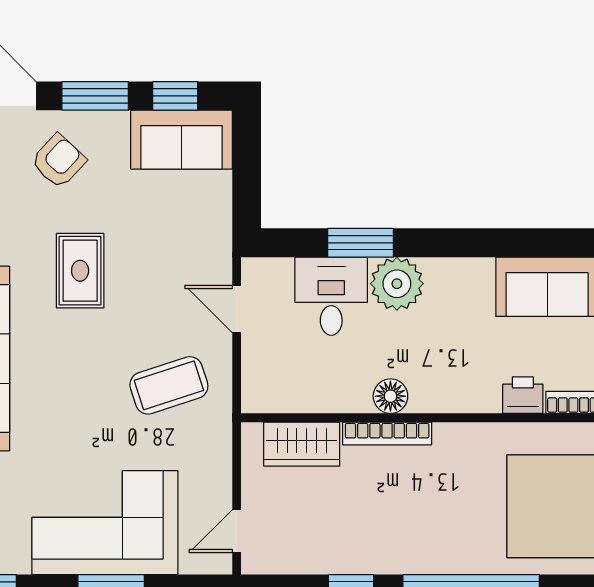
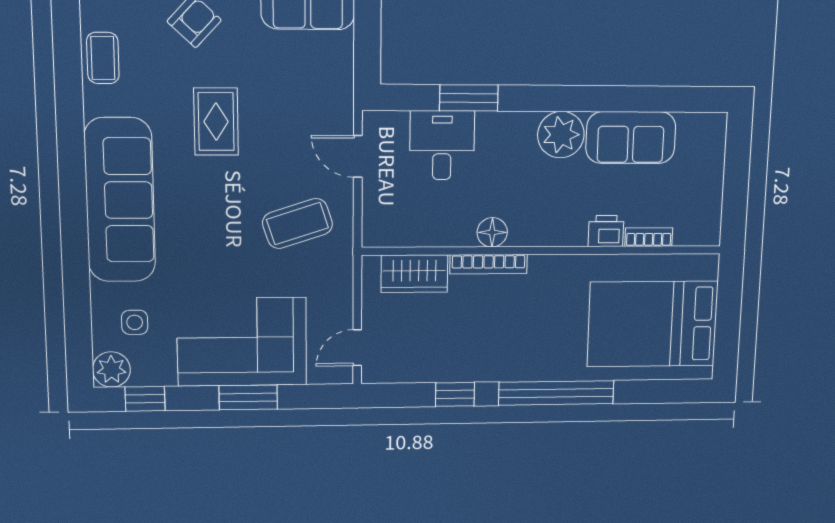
plant: (397, 284) -> (561, 135), moved

